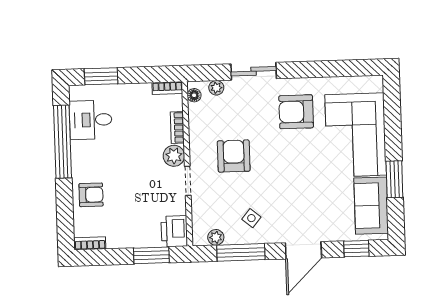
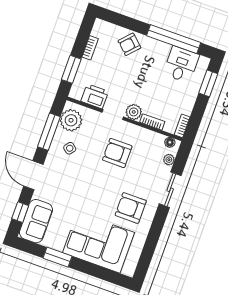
armchair: (296, 112) -> (131, 208), turned -90
armchair: (234, 156) -> (117, 153), turned 180
armchair: (91, 195) -> (129, 44), turned 43
sofa: (371, 206) -> (36, 221), moved, turned 90
printer: (174, 231) -> (95, 96), moved
plant: (216, 237) -> (71, 120), width x1.88, depth x1.88
bookcase: (90, 243) -> (90, 48), moved

